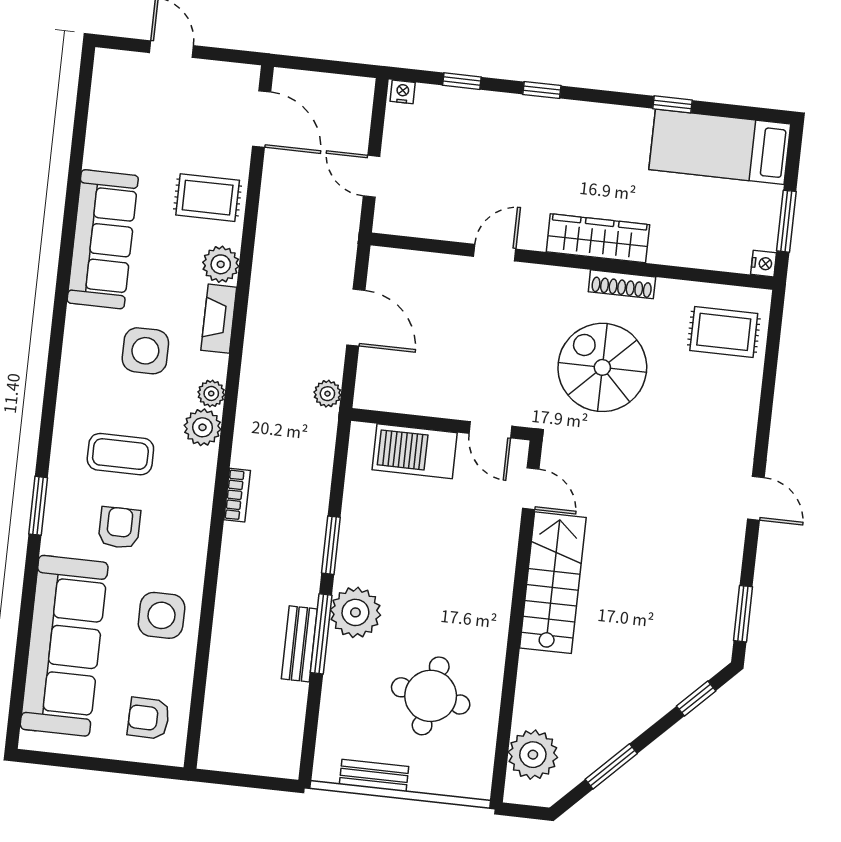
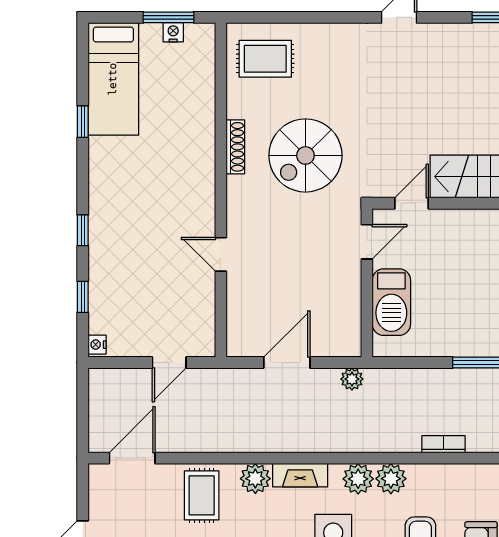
wardrobe: (598, 238) -> (200, 171), removed
nightstand: (764, 264) -> (173, 32), moved
rug: (724, 332) -> (265, 59), turned 90
plant: (211, 393) -> (358, 479), width x1.38, depth x1.38

